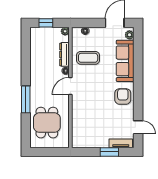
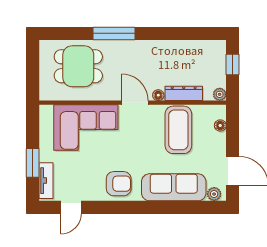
coffee table: (88, 58) -> (178, 130), width x1.36, depth x1.32
corner sofa: (86, 118) -> (86, 127), added

